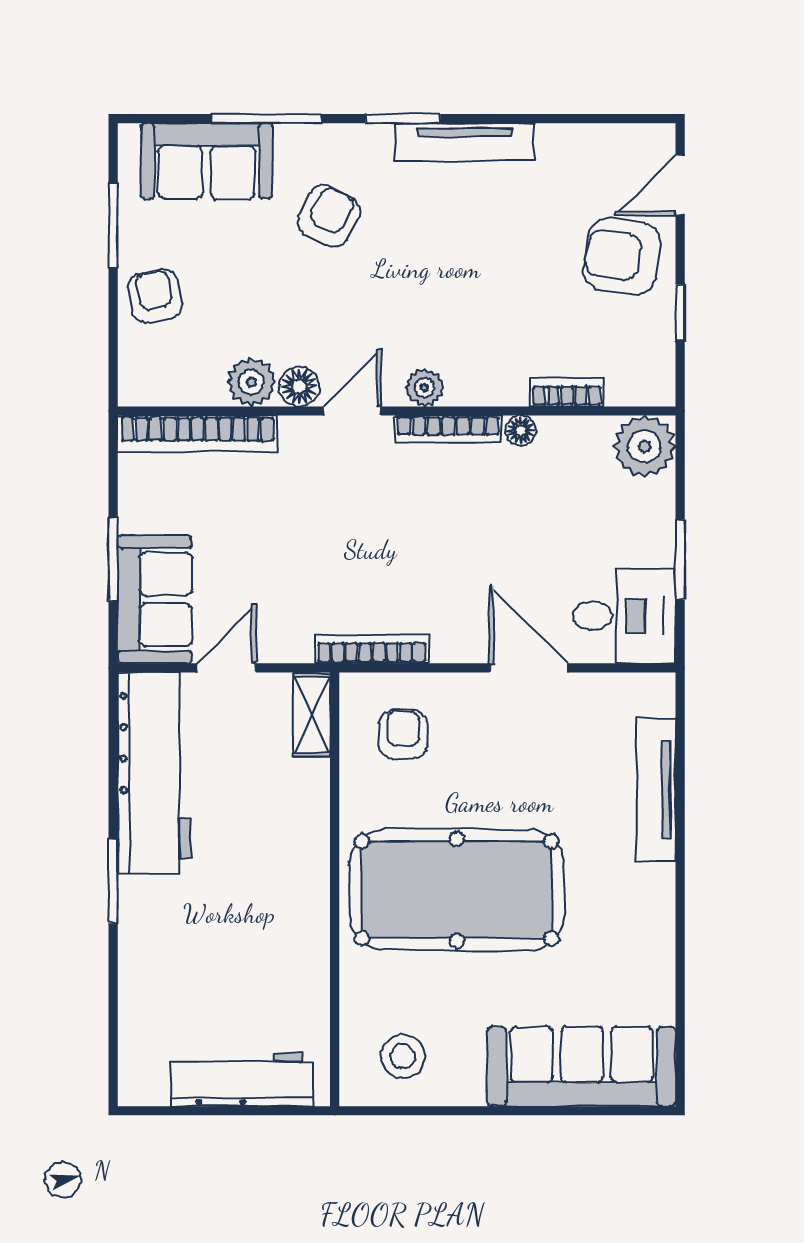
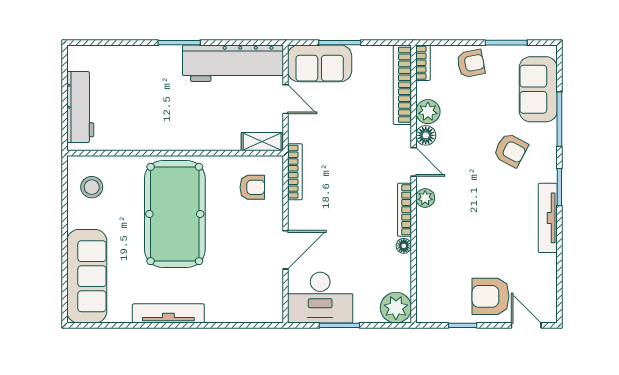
armchair: (622, 257) -> (491, 296), turned -99
bookcase: (567, 392) -> (423, 63), moved
desk: (625, 616) -> (320, 298), width x1.37
tv unit: (656, 789) -> (168, 313), moved

